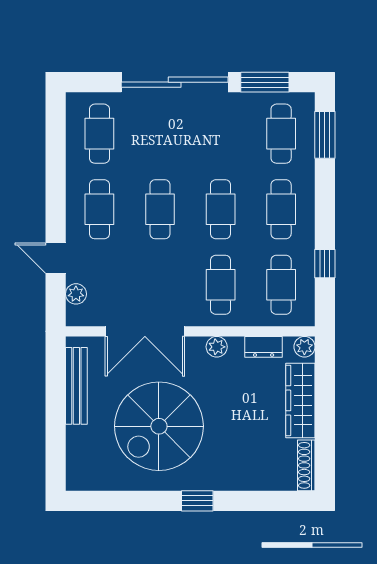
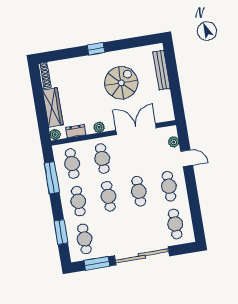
window: (325, 135) -> (61, 232), moved
window: (325, 264) -> (52, 178), width x2.17
bench: (76, 386) -> (161, 70), moved
spiral stairs: (159, 426) -> (121, 83), width x0.73, depth x0.73

